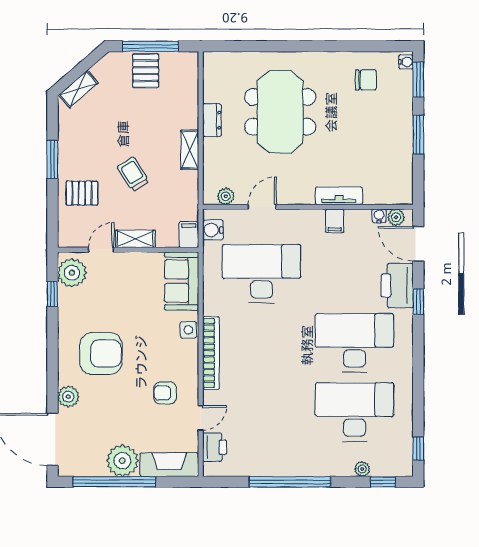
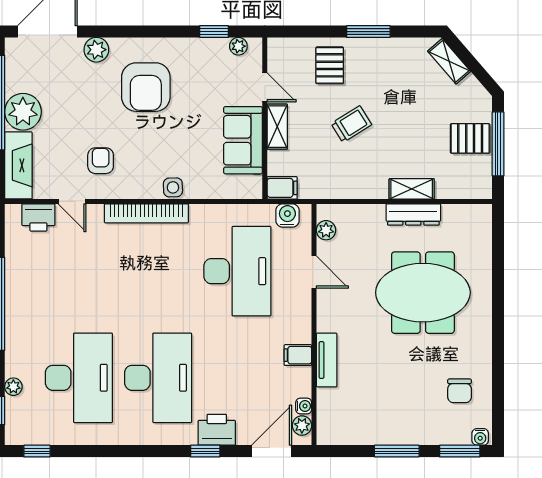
dresser: (212, 120) -> (413, 214), width x1.44
shelving: (190, 150) -> (412, 189), moved
plant: (72, 273) -> (238, 46), width x0.53, depth x0.53
sofa: (182, 281) -> (243, 140), moved, turned -90
printer: (397, 286) -> (217, 430), width x0.73, depth x0.84

